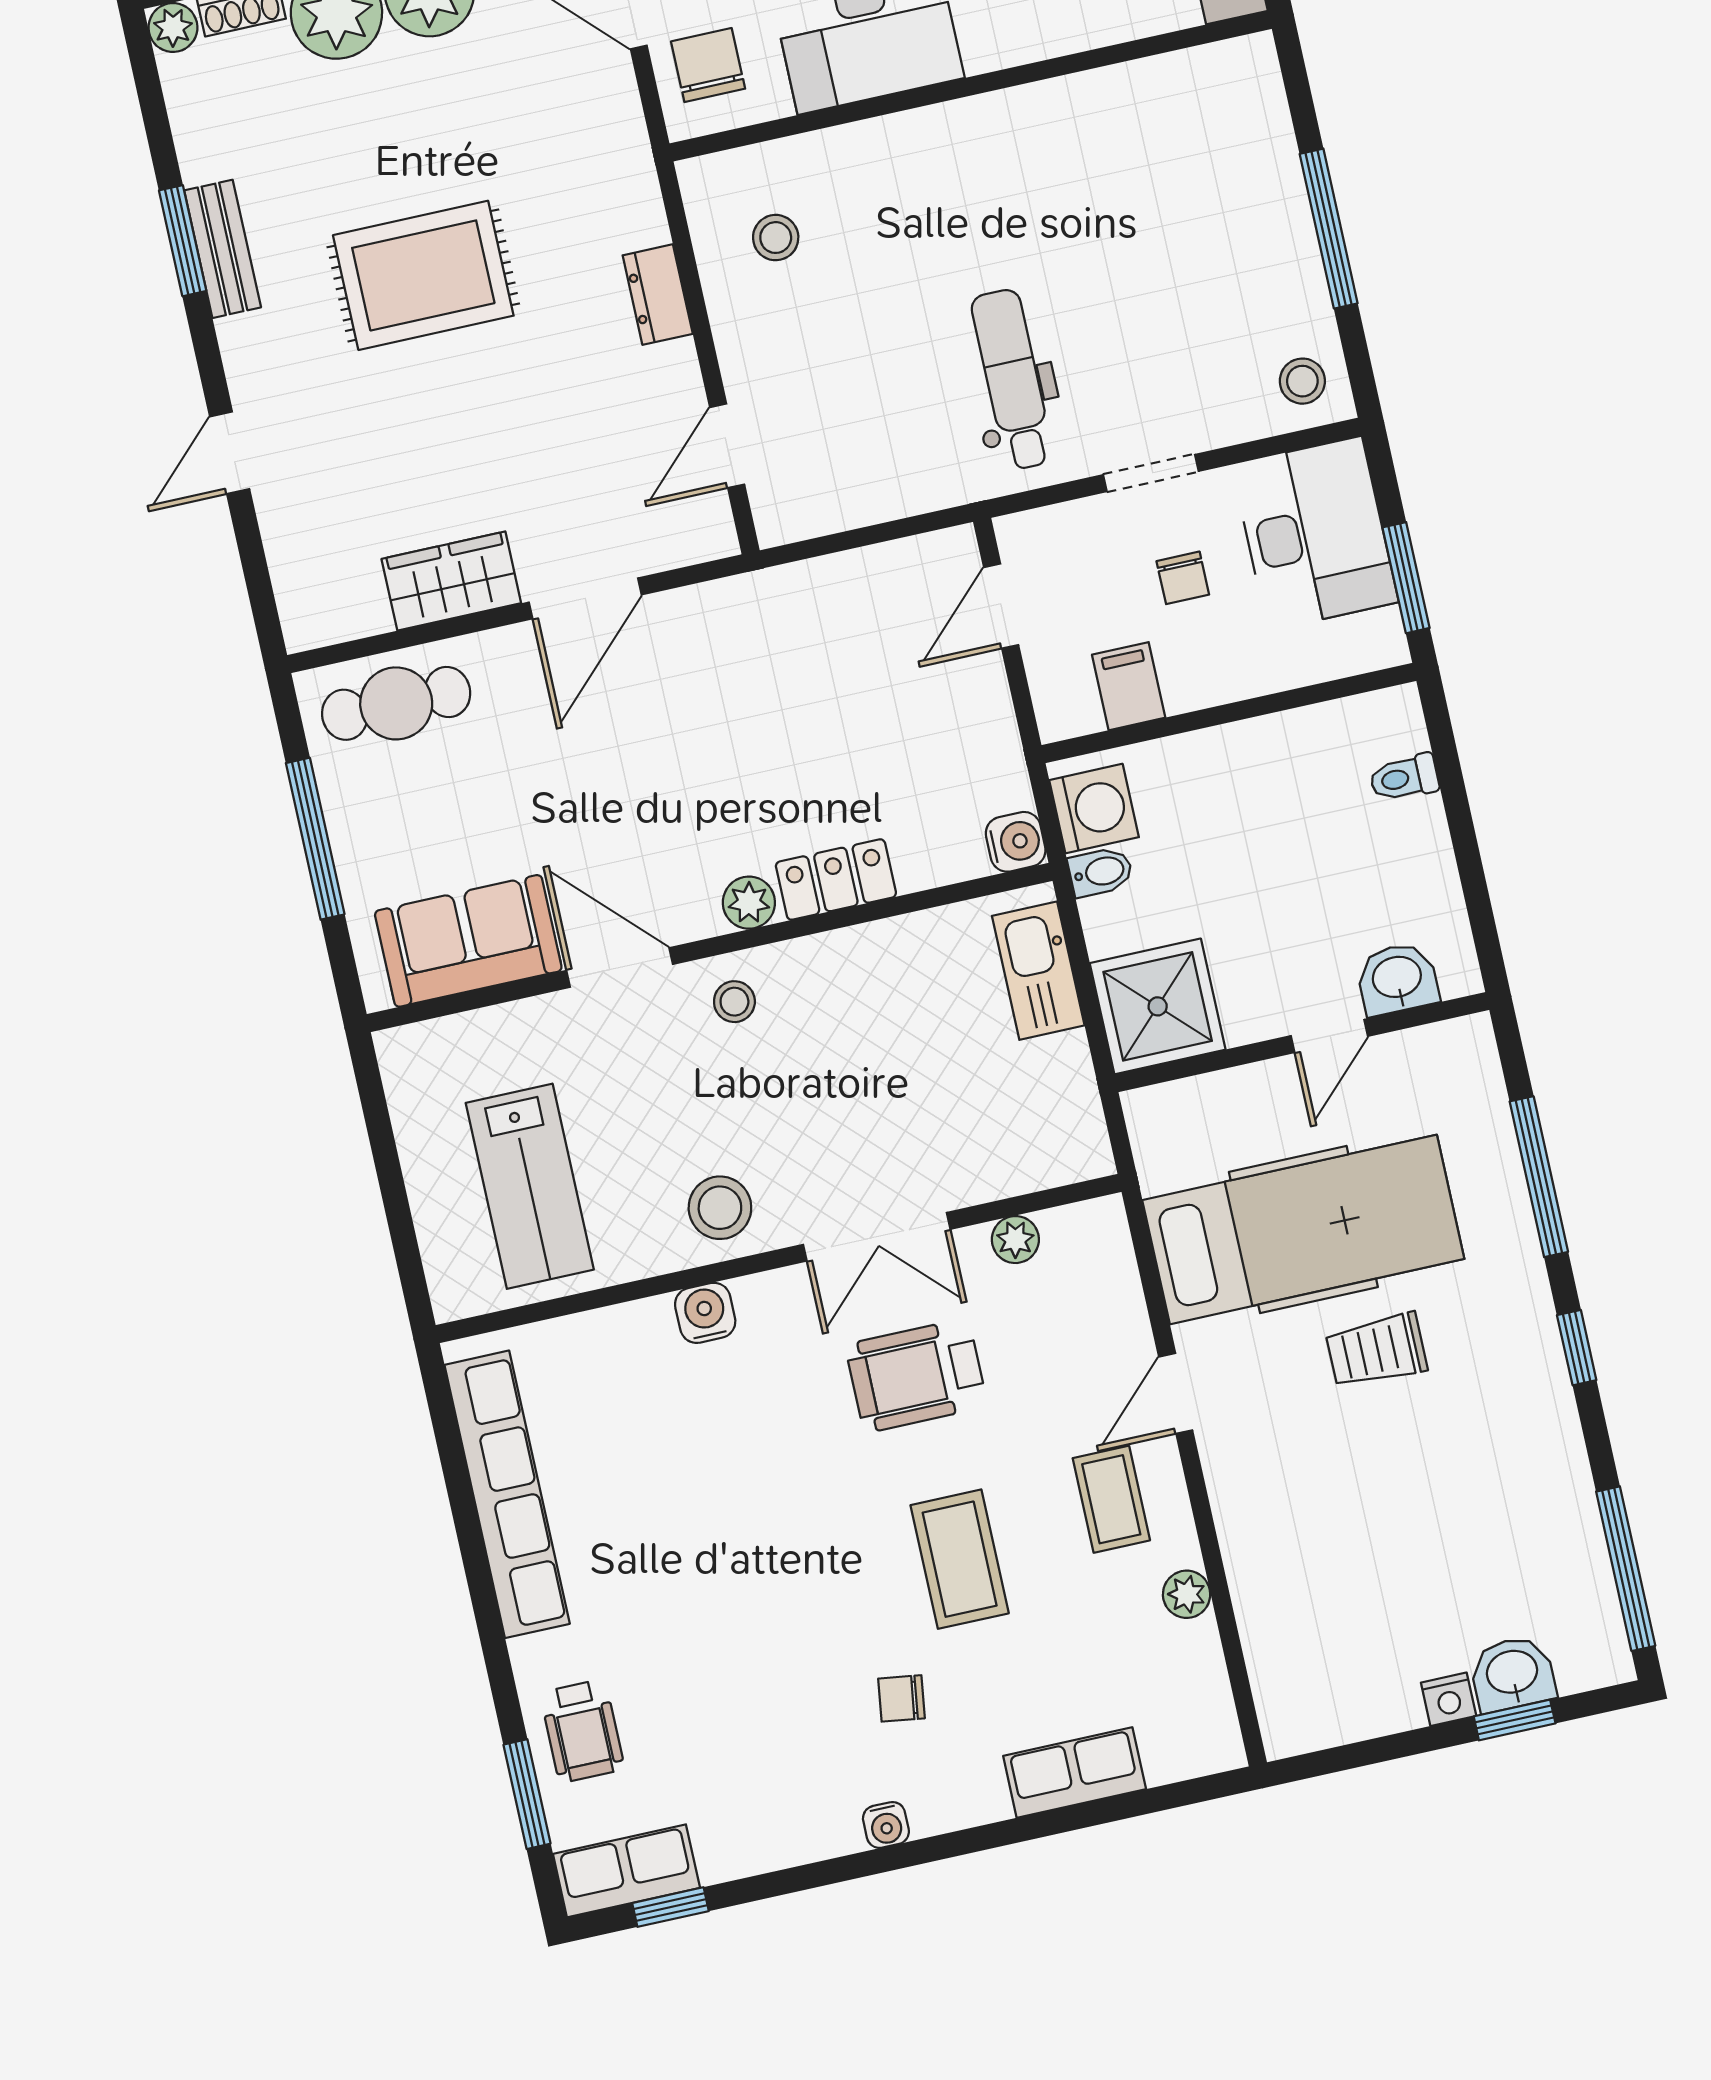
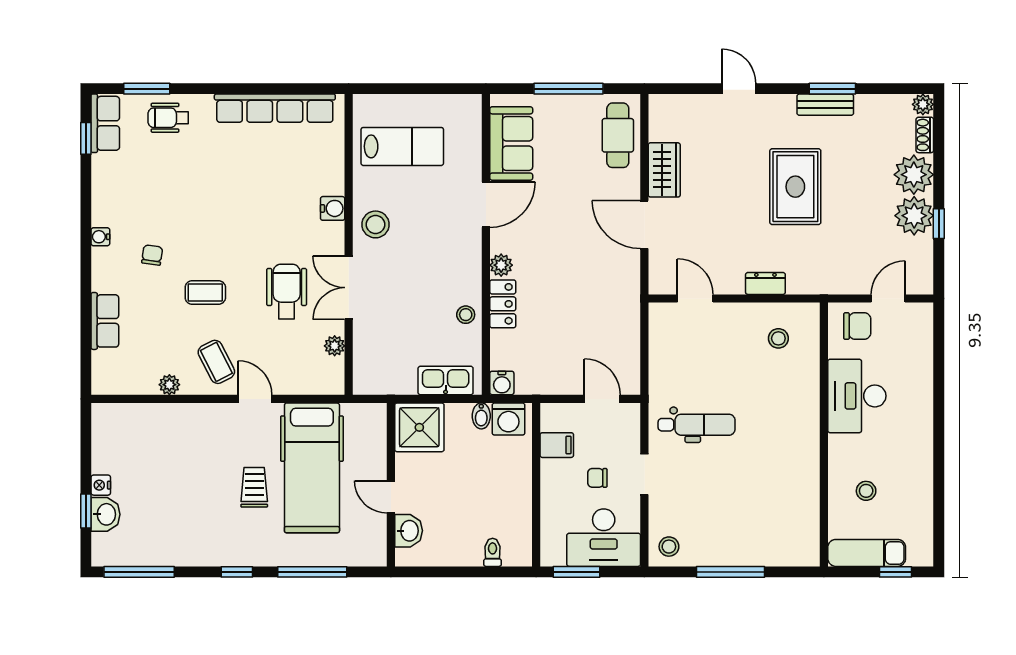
stool: (734, 1002) -> (466, 315), moved
lab bench: (530, 1186) -> (402, 146), turned 180
coffee table: (1111, 1499) -> (216, 362), turned 63
coffee table: (960, 1559) -> (205, 293), width x0.73, depth x0.77

